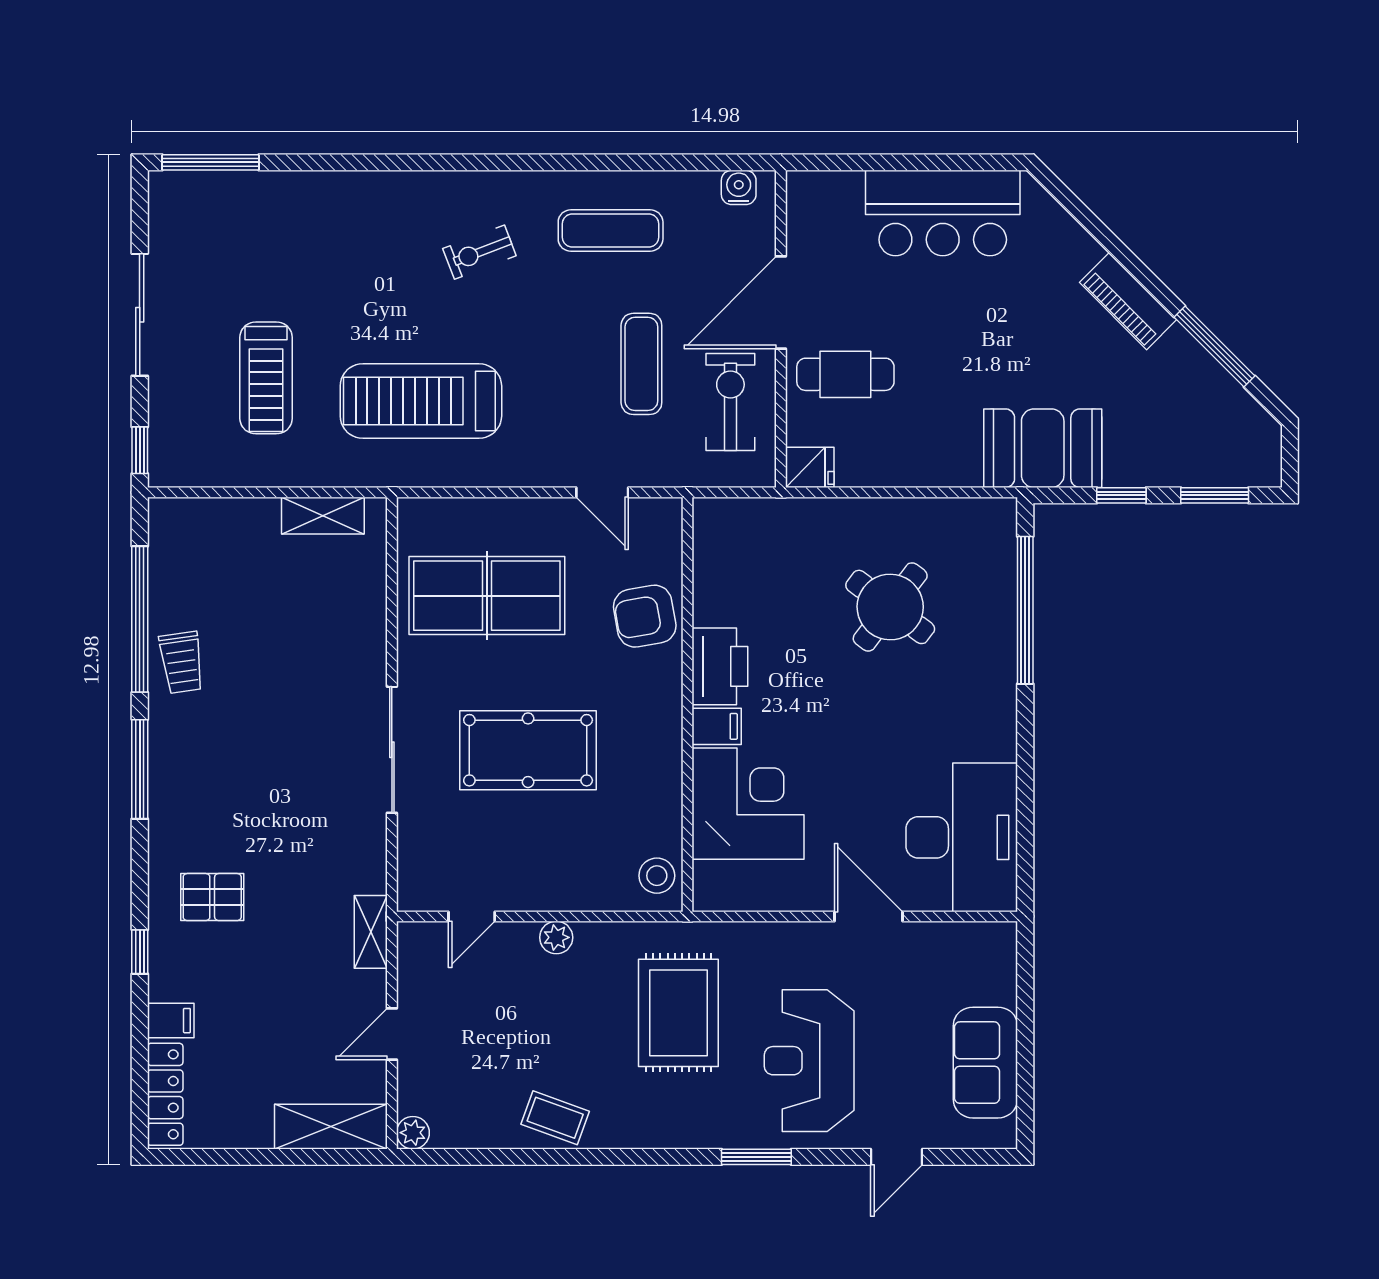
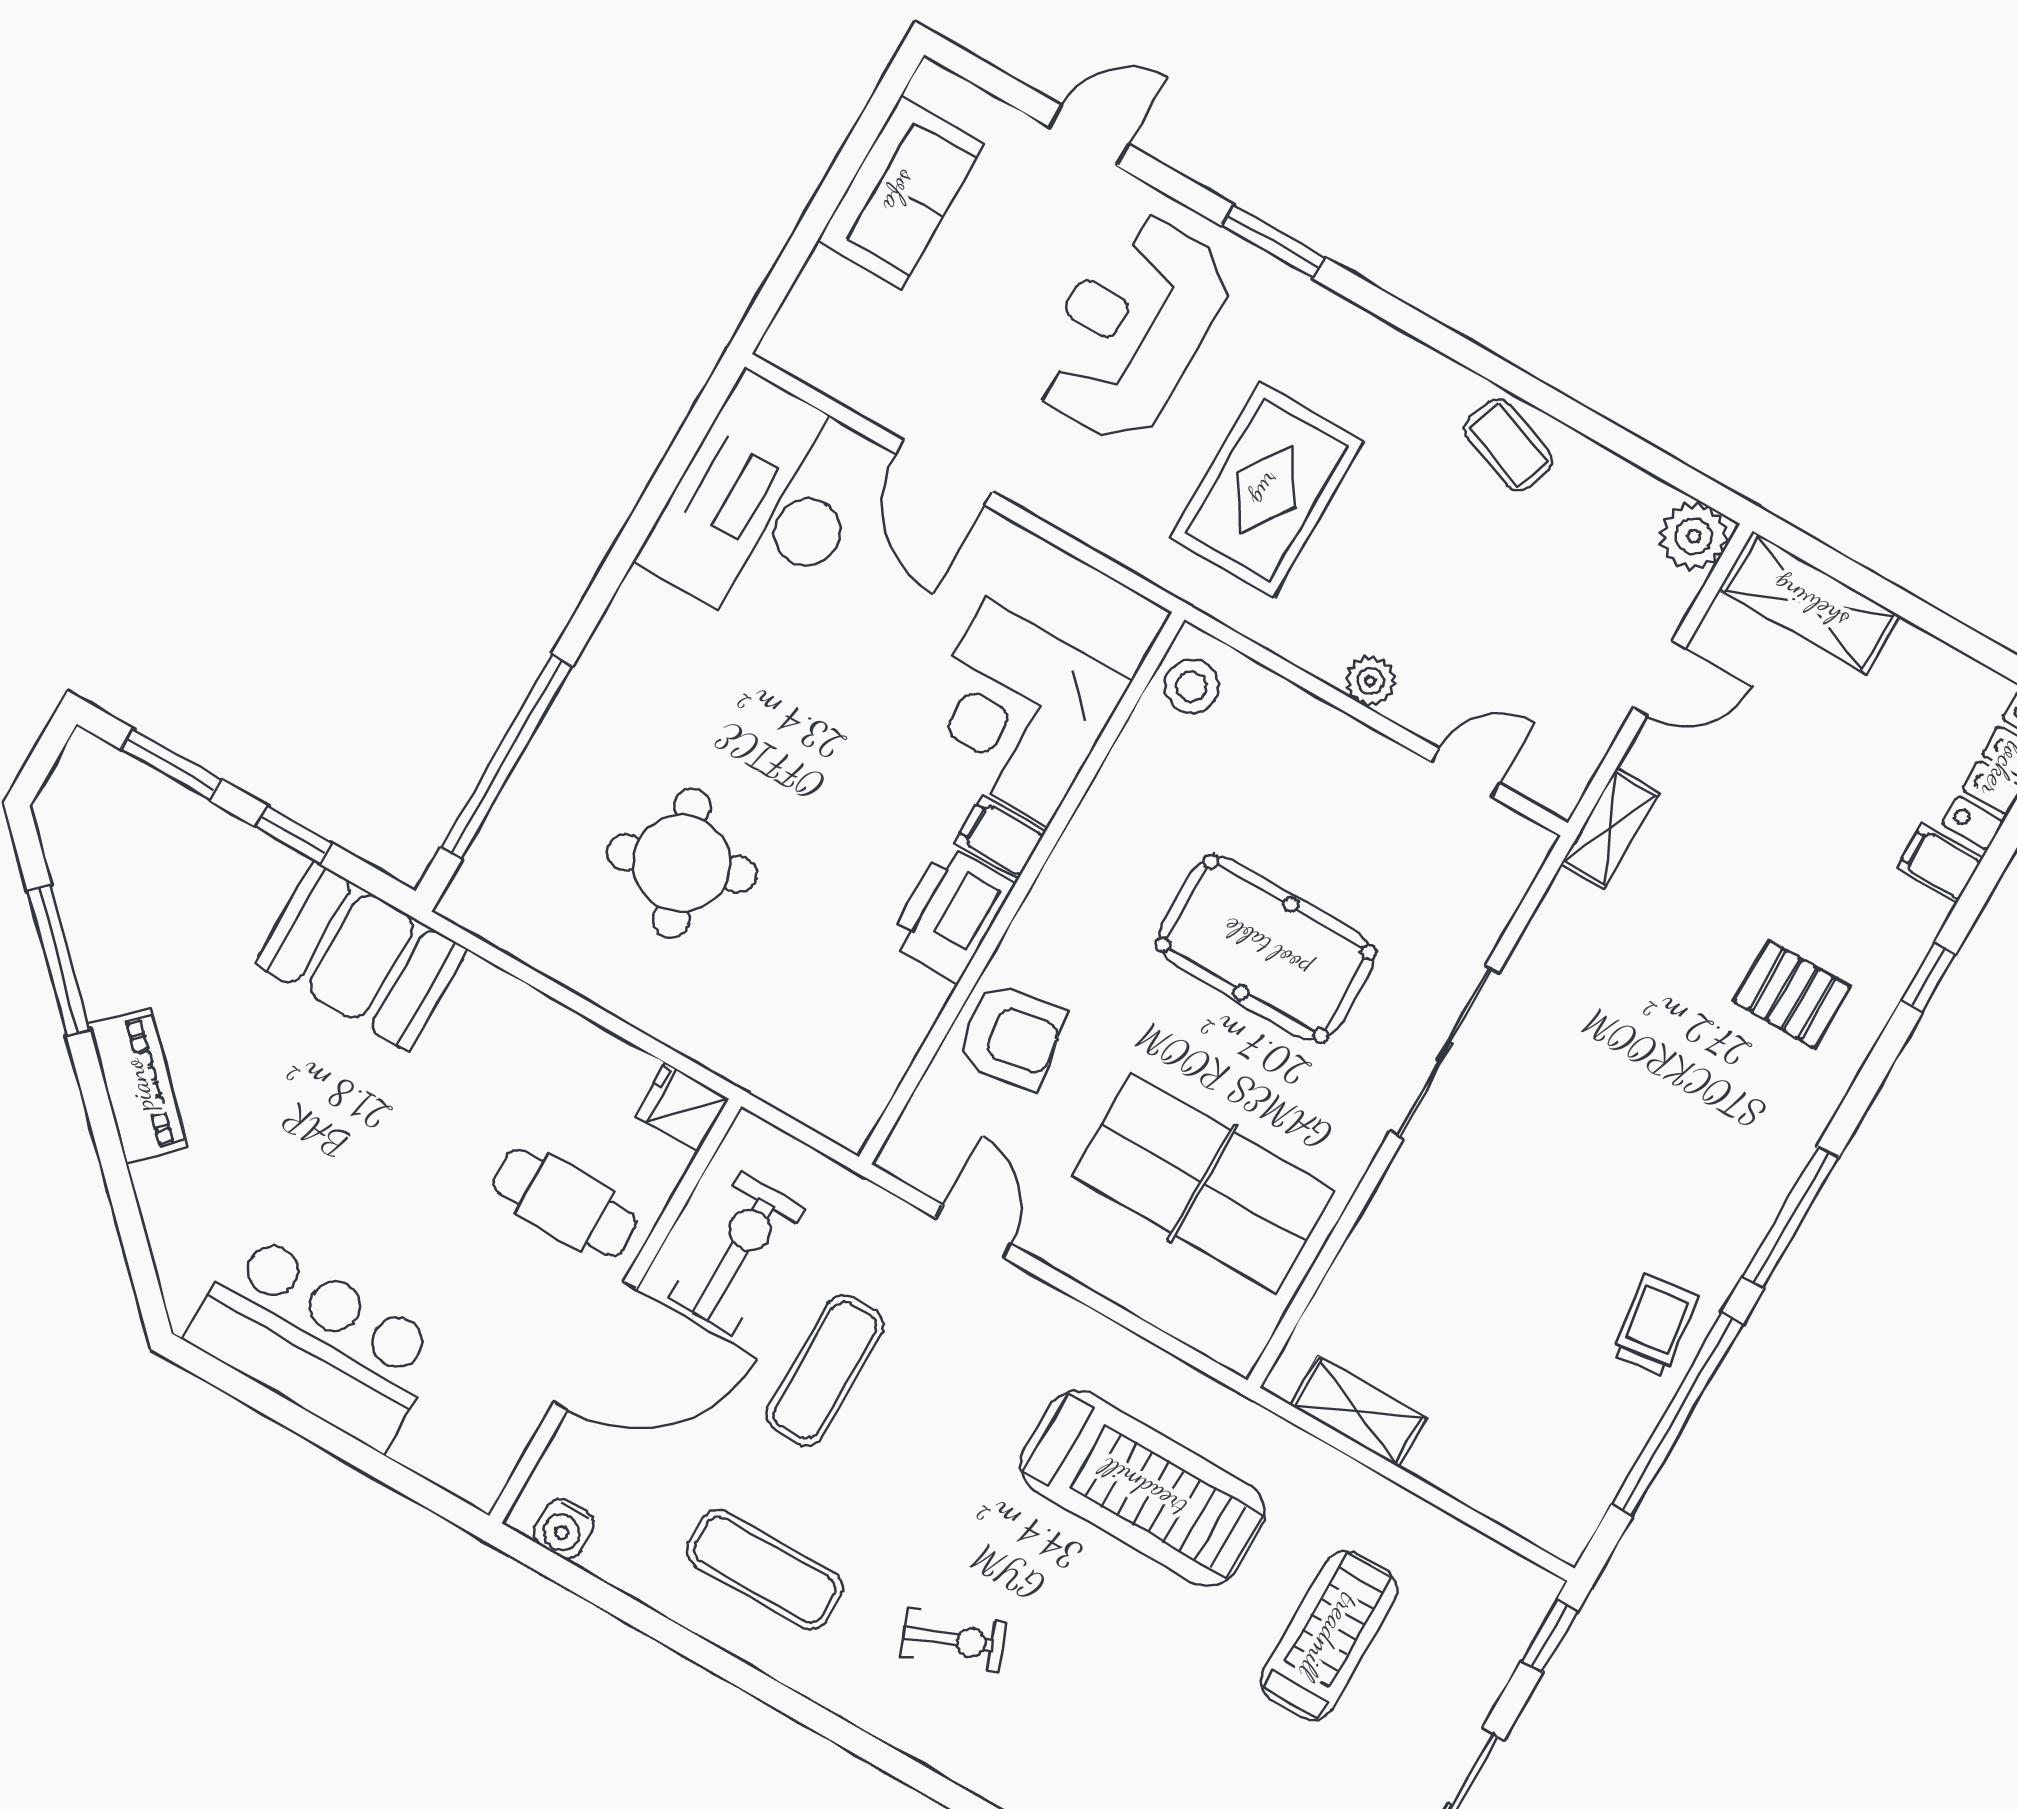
exercise bike: (730, 402) -> (737, 1253), turned 180
round table: (890, 607) -> (682, 863), turned 34
reception desk: (809, 1061) -> (1131, 328), turned 180
plant: (413, 1133) -> (1694, 536), width x1.38, depth x1.38

